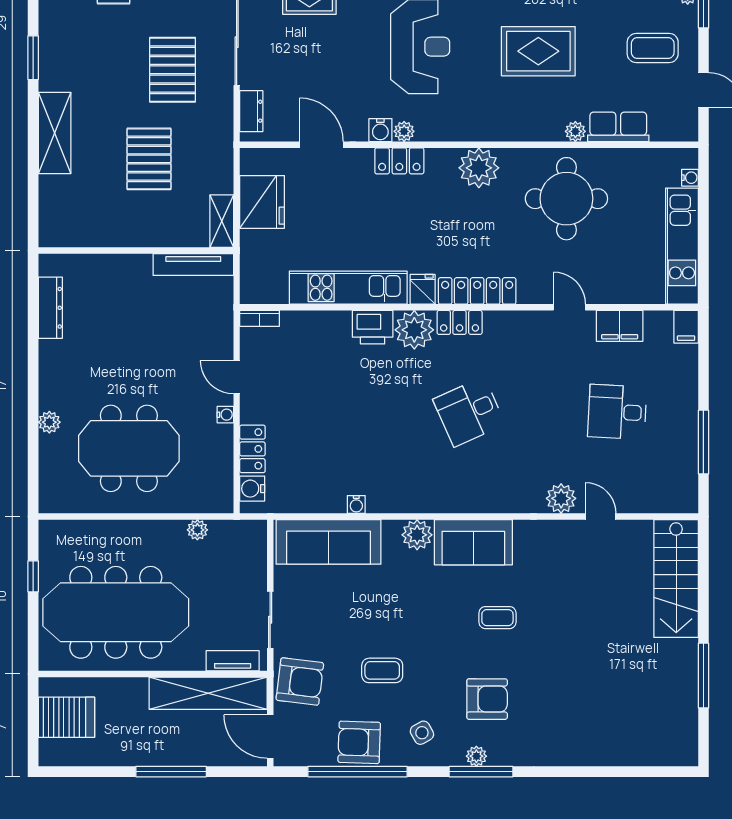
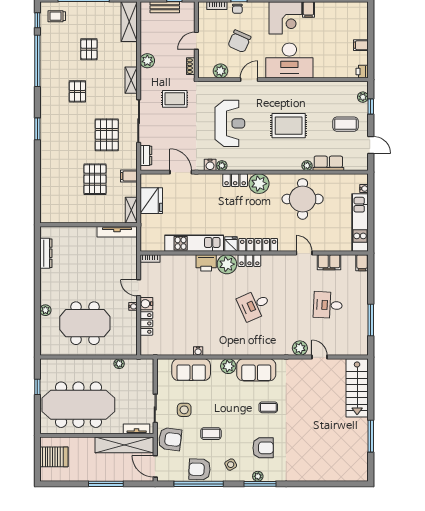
shelving: (55, 133) -> (48, 166), removed
filing cabinet: (217, 152) -> (129, 176), added
locker: (399, 161) -> (235, 180), moved
water cooler: (252, 489) -> (146, 304), moved
sofa: (328, 542) -> (191, 370), width x0.73
side table: (328, 623) -> (184, 410), added

